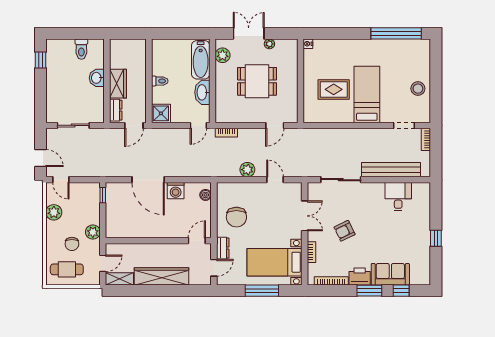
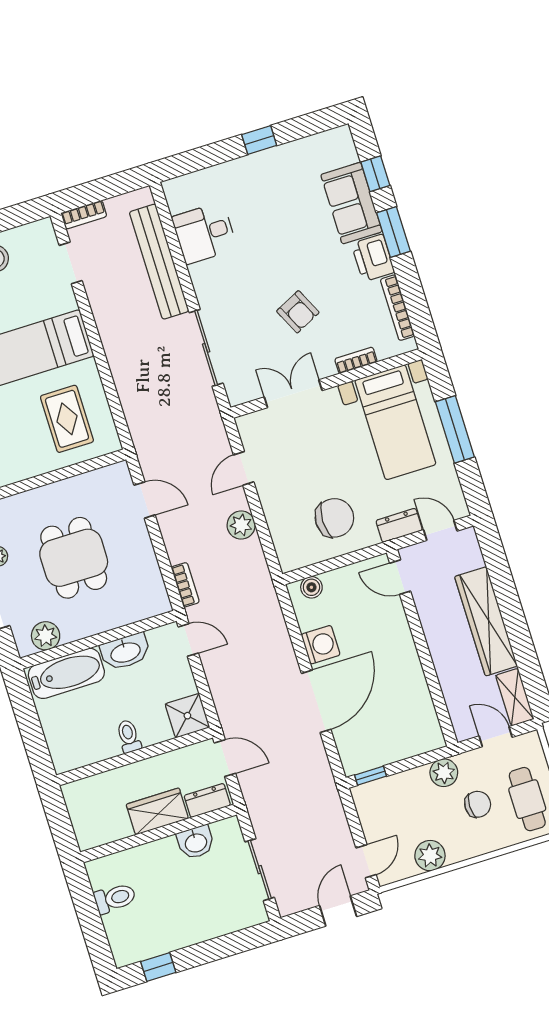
washbasin: (97, 78) -> (196, 842), moved
rug: (334, 89) -> (67, 419), moved

